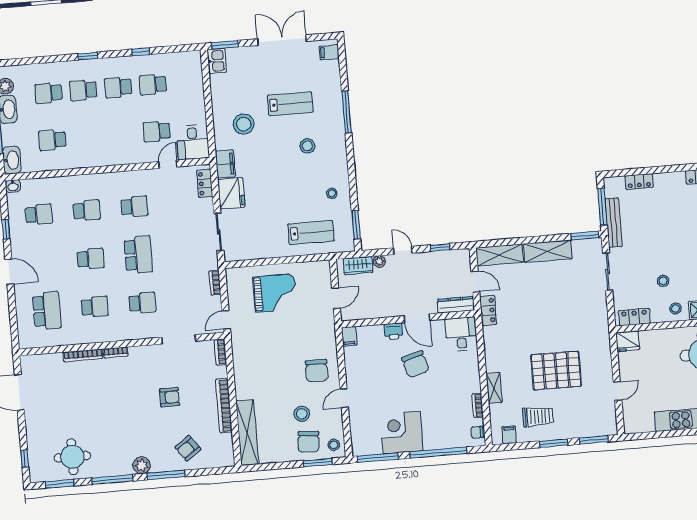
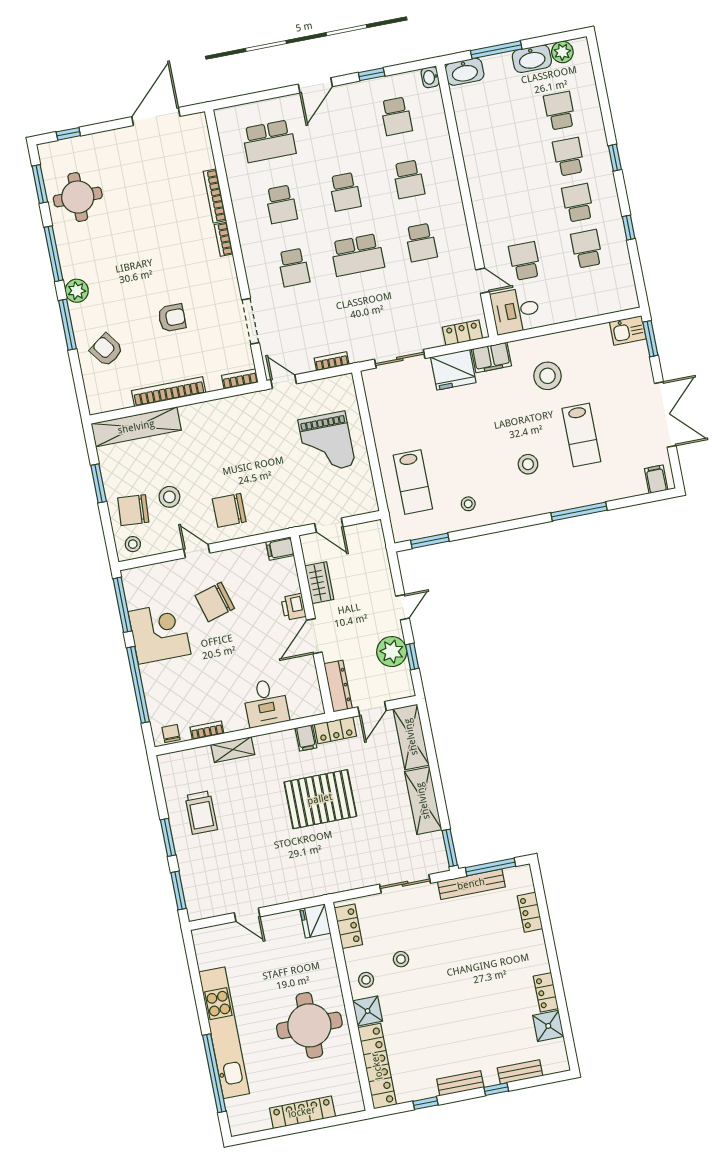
school desk: (52, 140) -> (498, 123), removed
plant: (379, 261) -> (392, 652), moved, width x1.88, depth x1.88
wardrobe: (358, 266) -> (319, 583), moved, turned 180
desk: (461, 334) -> (266, 703), moved, turned 90
chair: (415, 364) -> (215, 602), moved
pallet: (556, 371) -> (320, 799), moved, turned 90
armchair: (170, 397) -> (172, 318), turned -90
filing cabinet: (509, 435) -> (306, 738), moved, turned 90
window: (318, 463) -> (99, 483), moved

